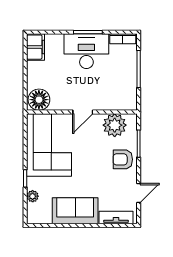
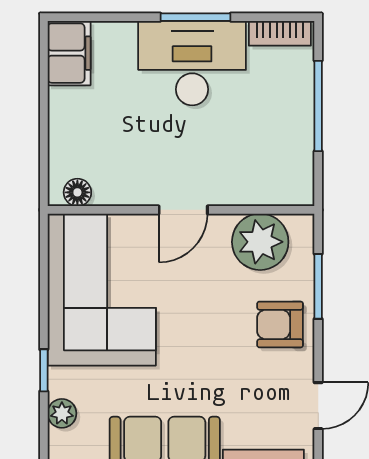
floor lamp: (39, 100) -> (77, 192), width x0.53, depth x0.53

